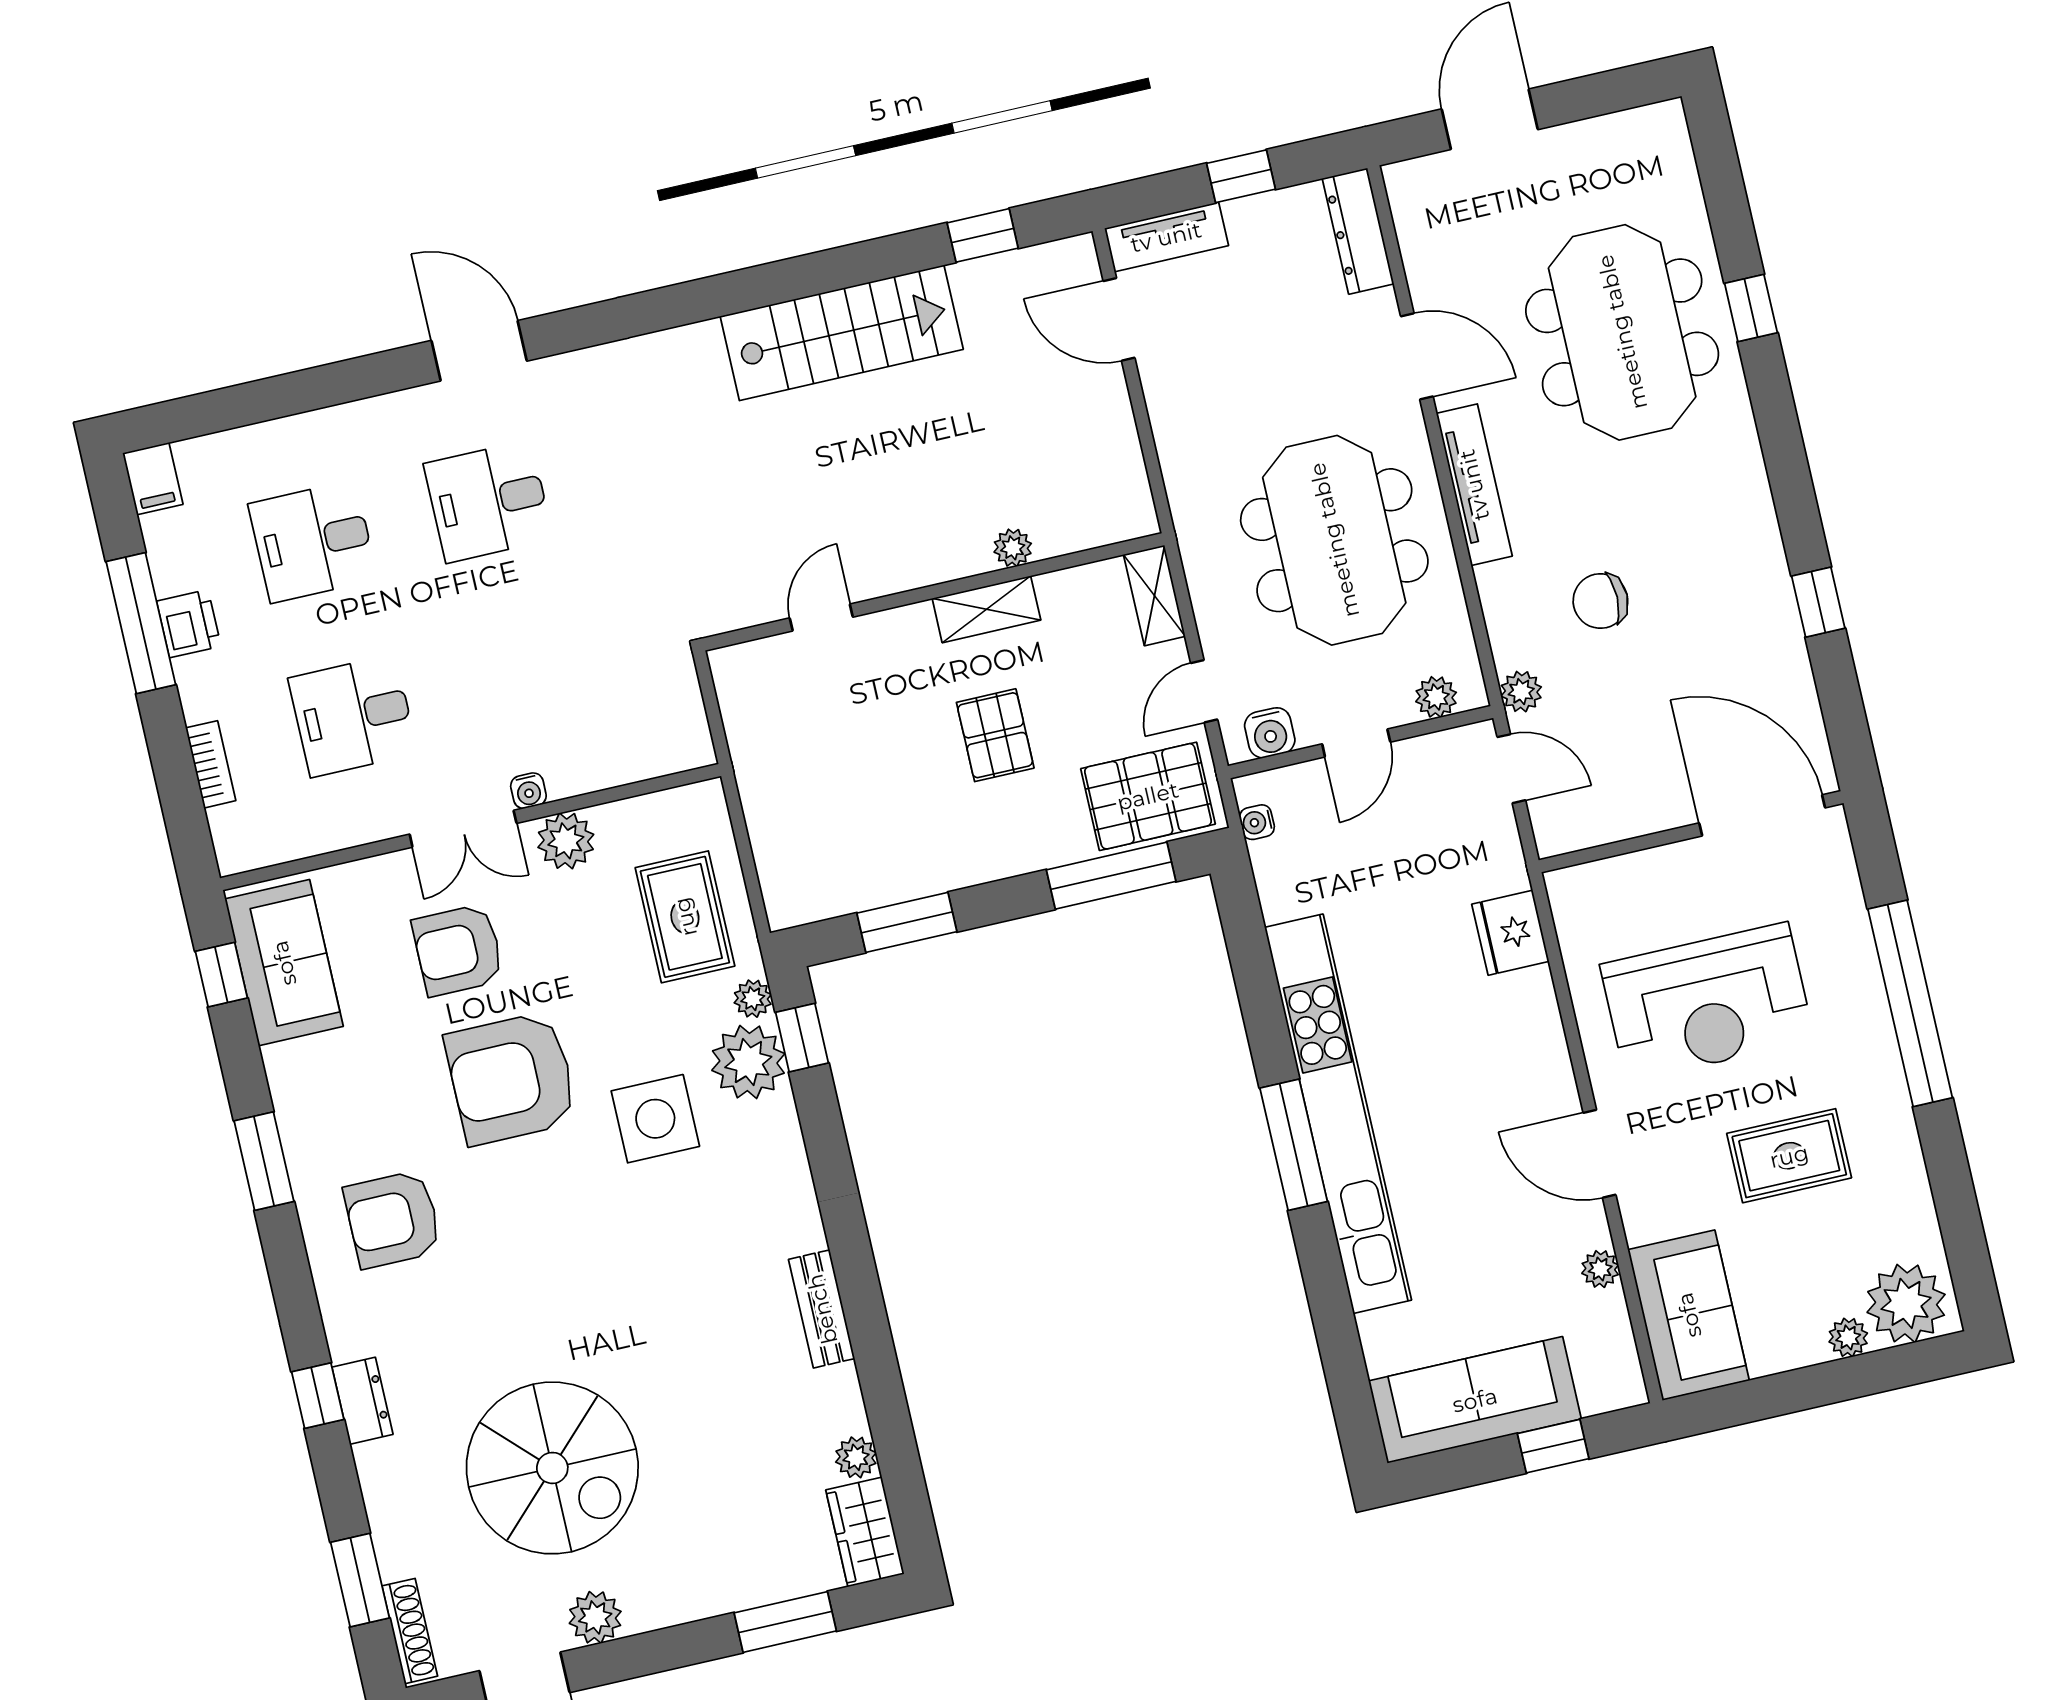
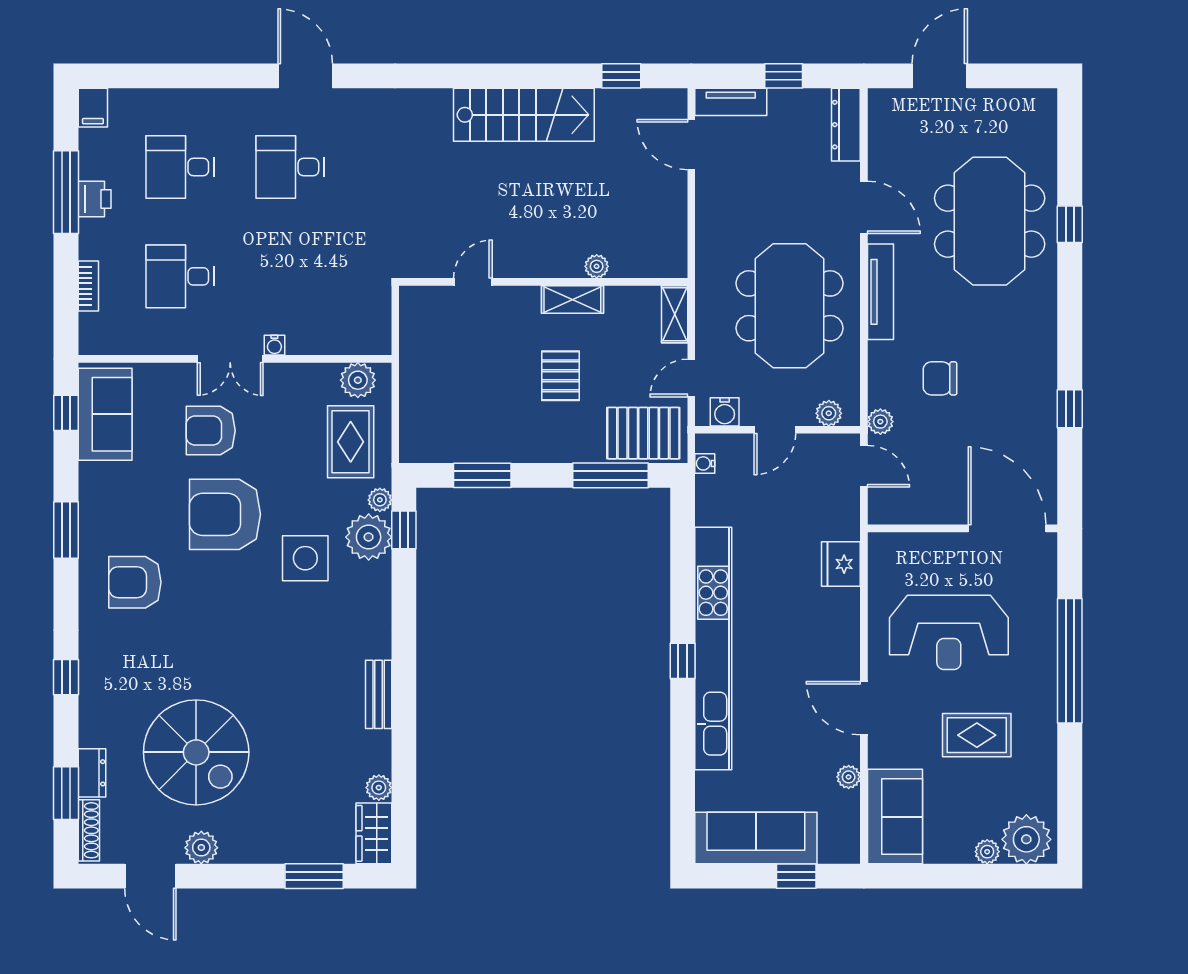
plant: (566, 841) -> (358, 380), moved
window: (1294, 1145) -> (683, 661), width x0.46
dresser: (362, 1401) -> (92, 773), moved

